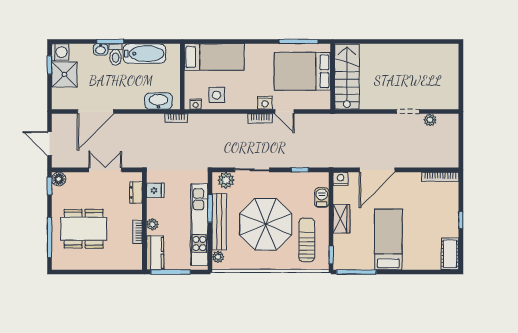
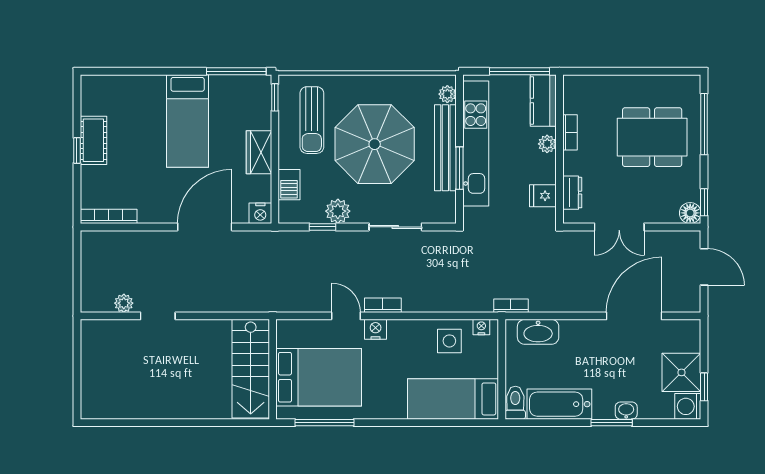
toilet: (116, 55) -> (515, 403), moved
plant: (226, 180) -> (338, 211), moved
cot: (450, 254) -> (93, 140), moved

